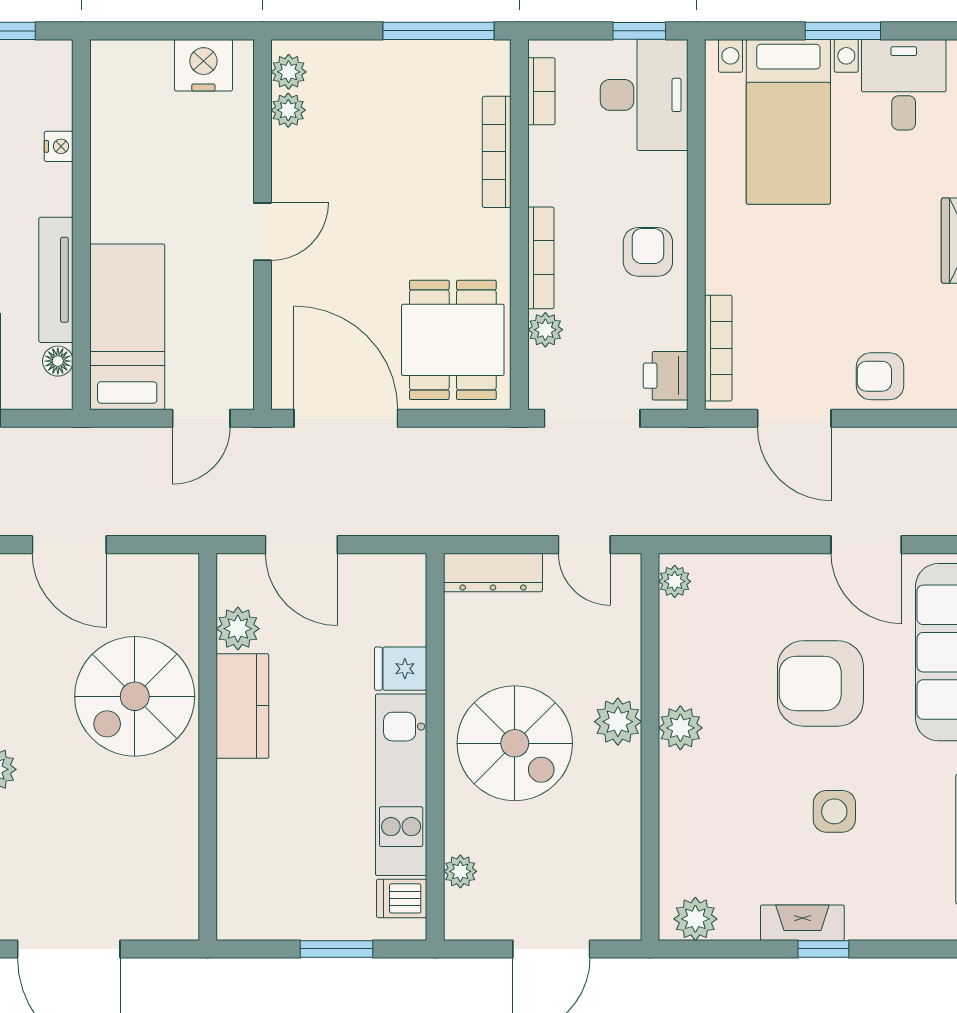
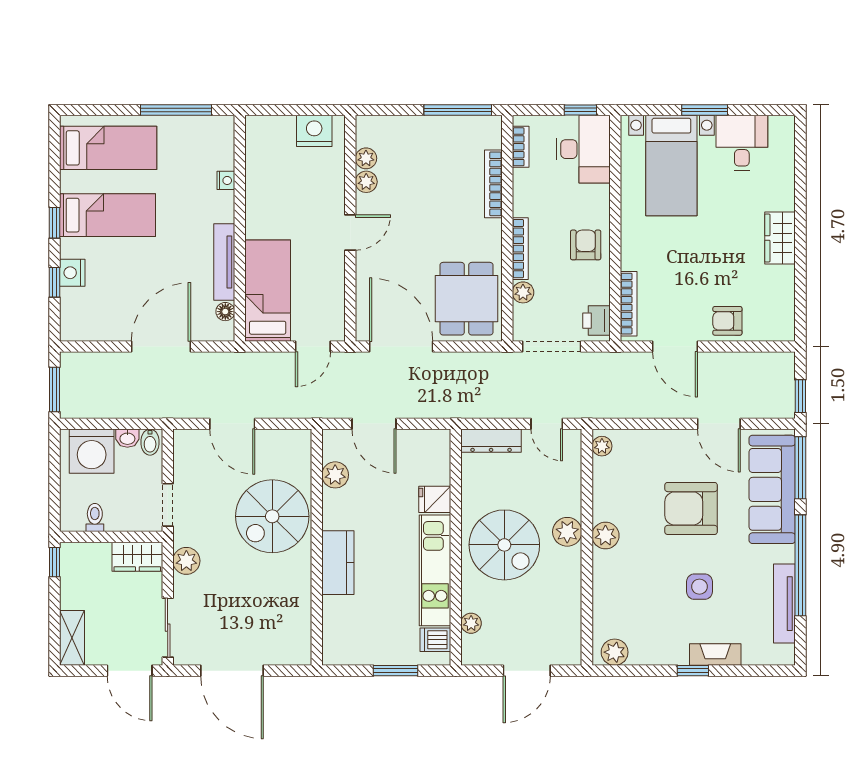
plant: (289, 72) -> (366, 182), moved
kitchen counter: (242, 706) -> (338, 563), moved
fireplace: (802, 923) -> (715, 655), moved

